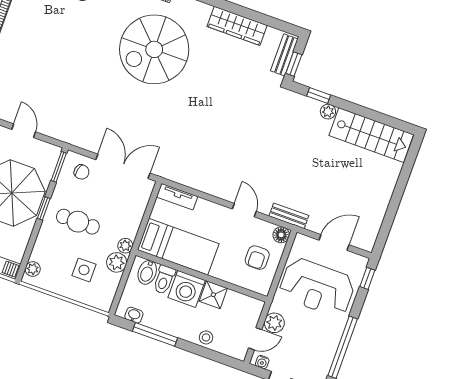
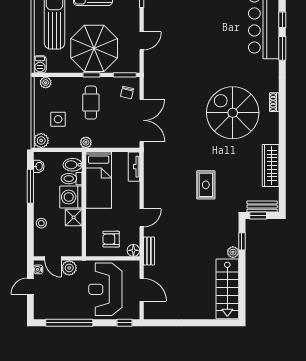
rug: (232, 115) -> (206, 185), added
plant: (117, 262) -> (41, 140), moved

